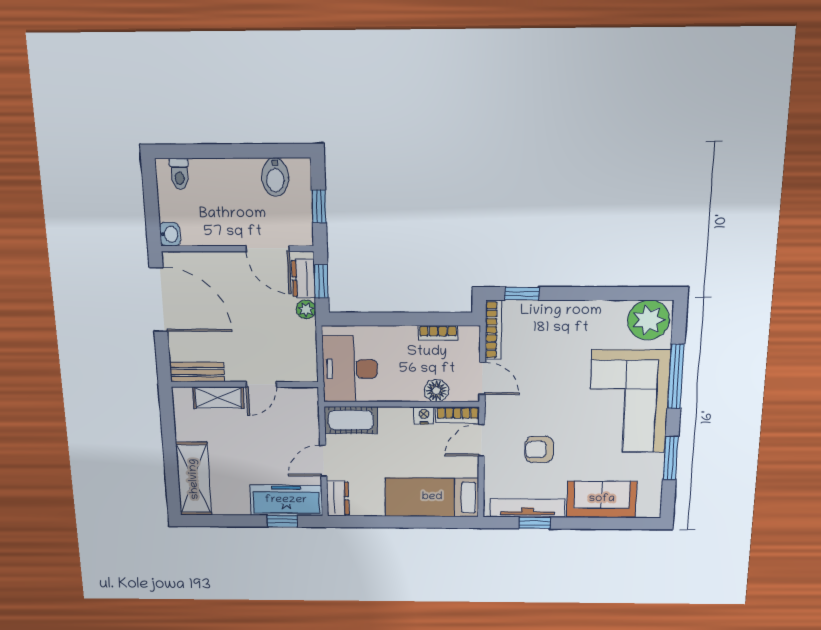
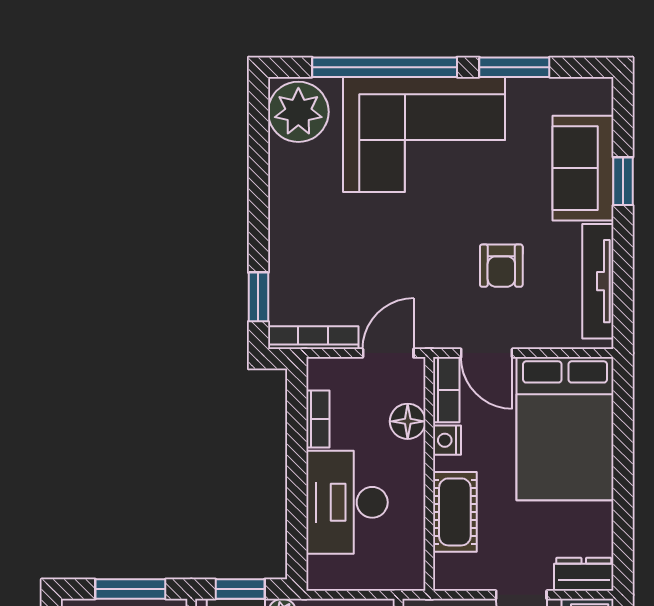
window: (319, 206) -> (130, 589), width x1.50
desk: (350, 369) -> (347, 502), moved, turned 90
window: (676, 376) -> (385, 67), width x1.46
cot: (351, 420) -> (455, 512), moved
bed: (432, 497) -> (565, 429), width x1.50
window: (535, 523) -> (623, 181), moved

